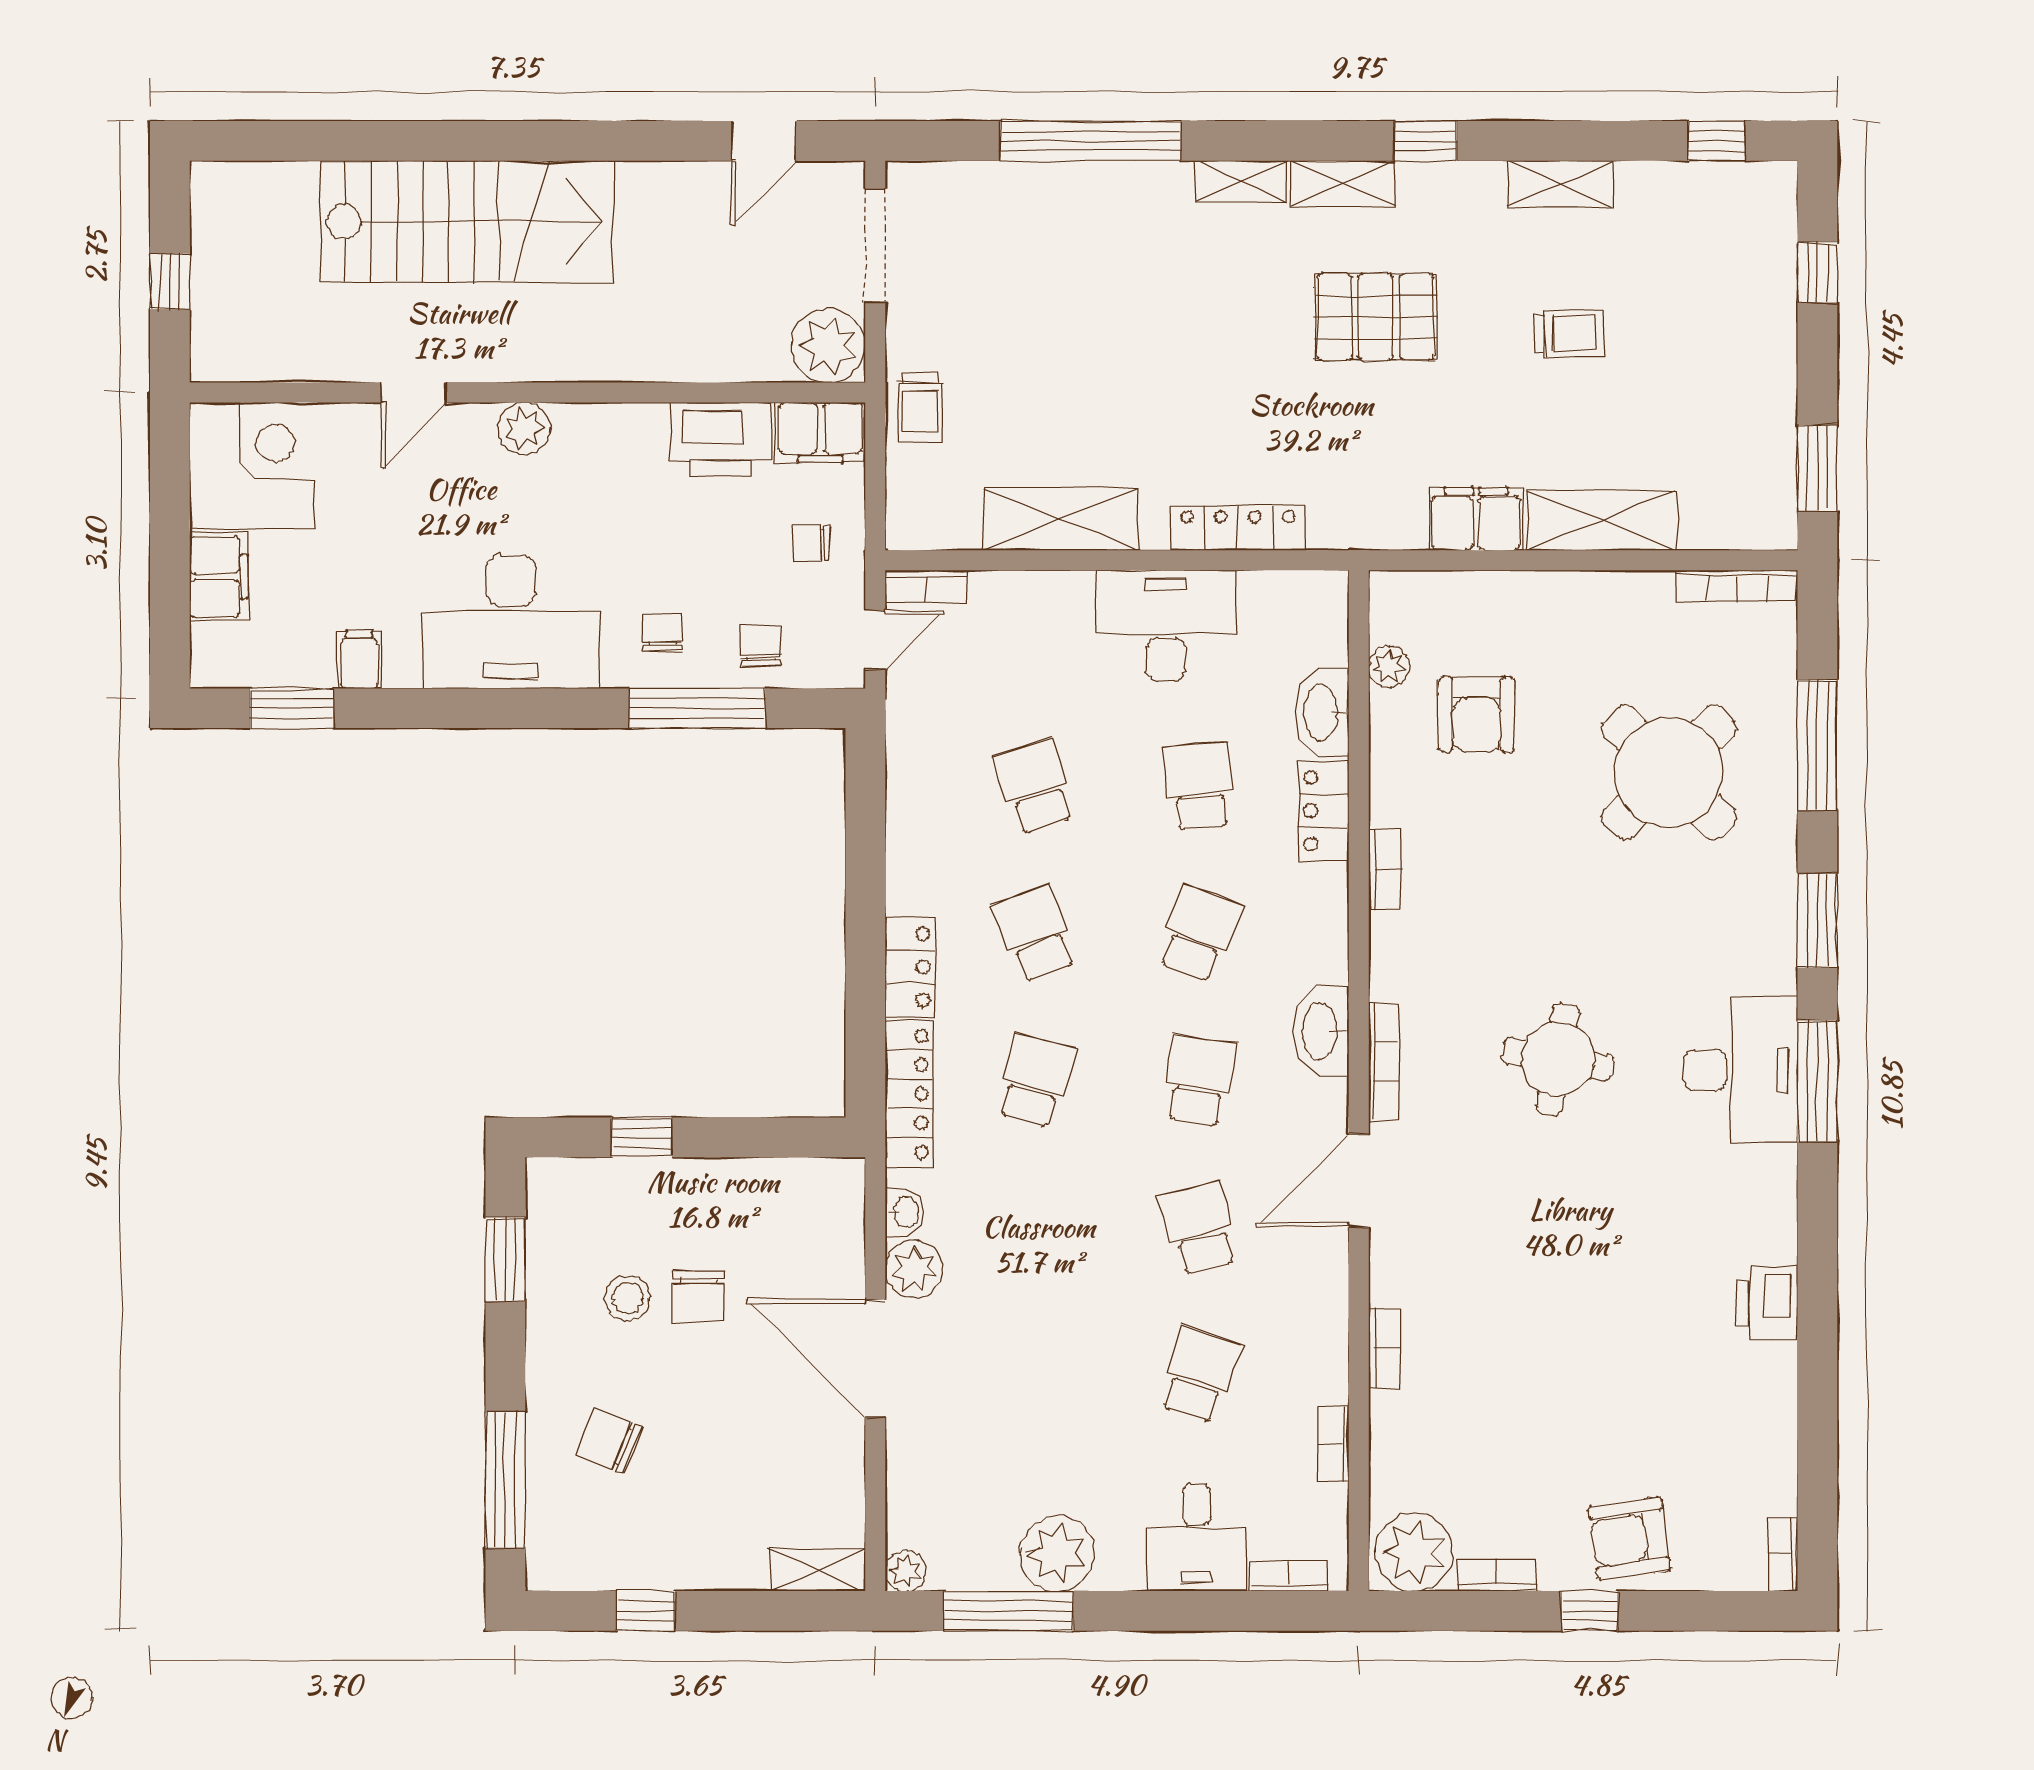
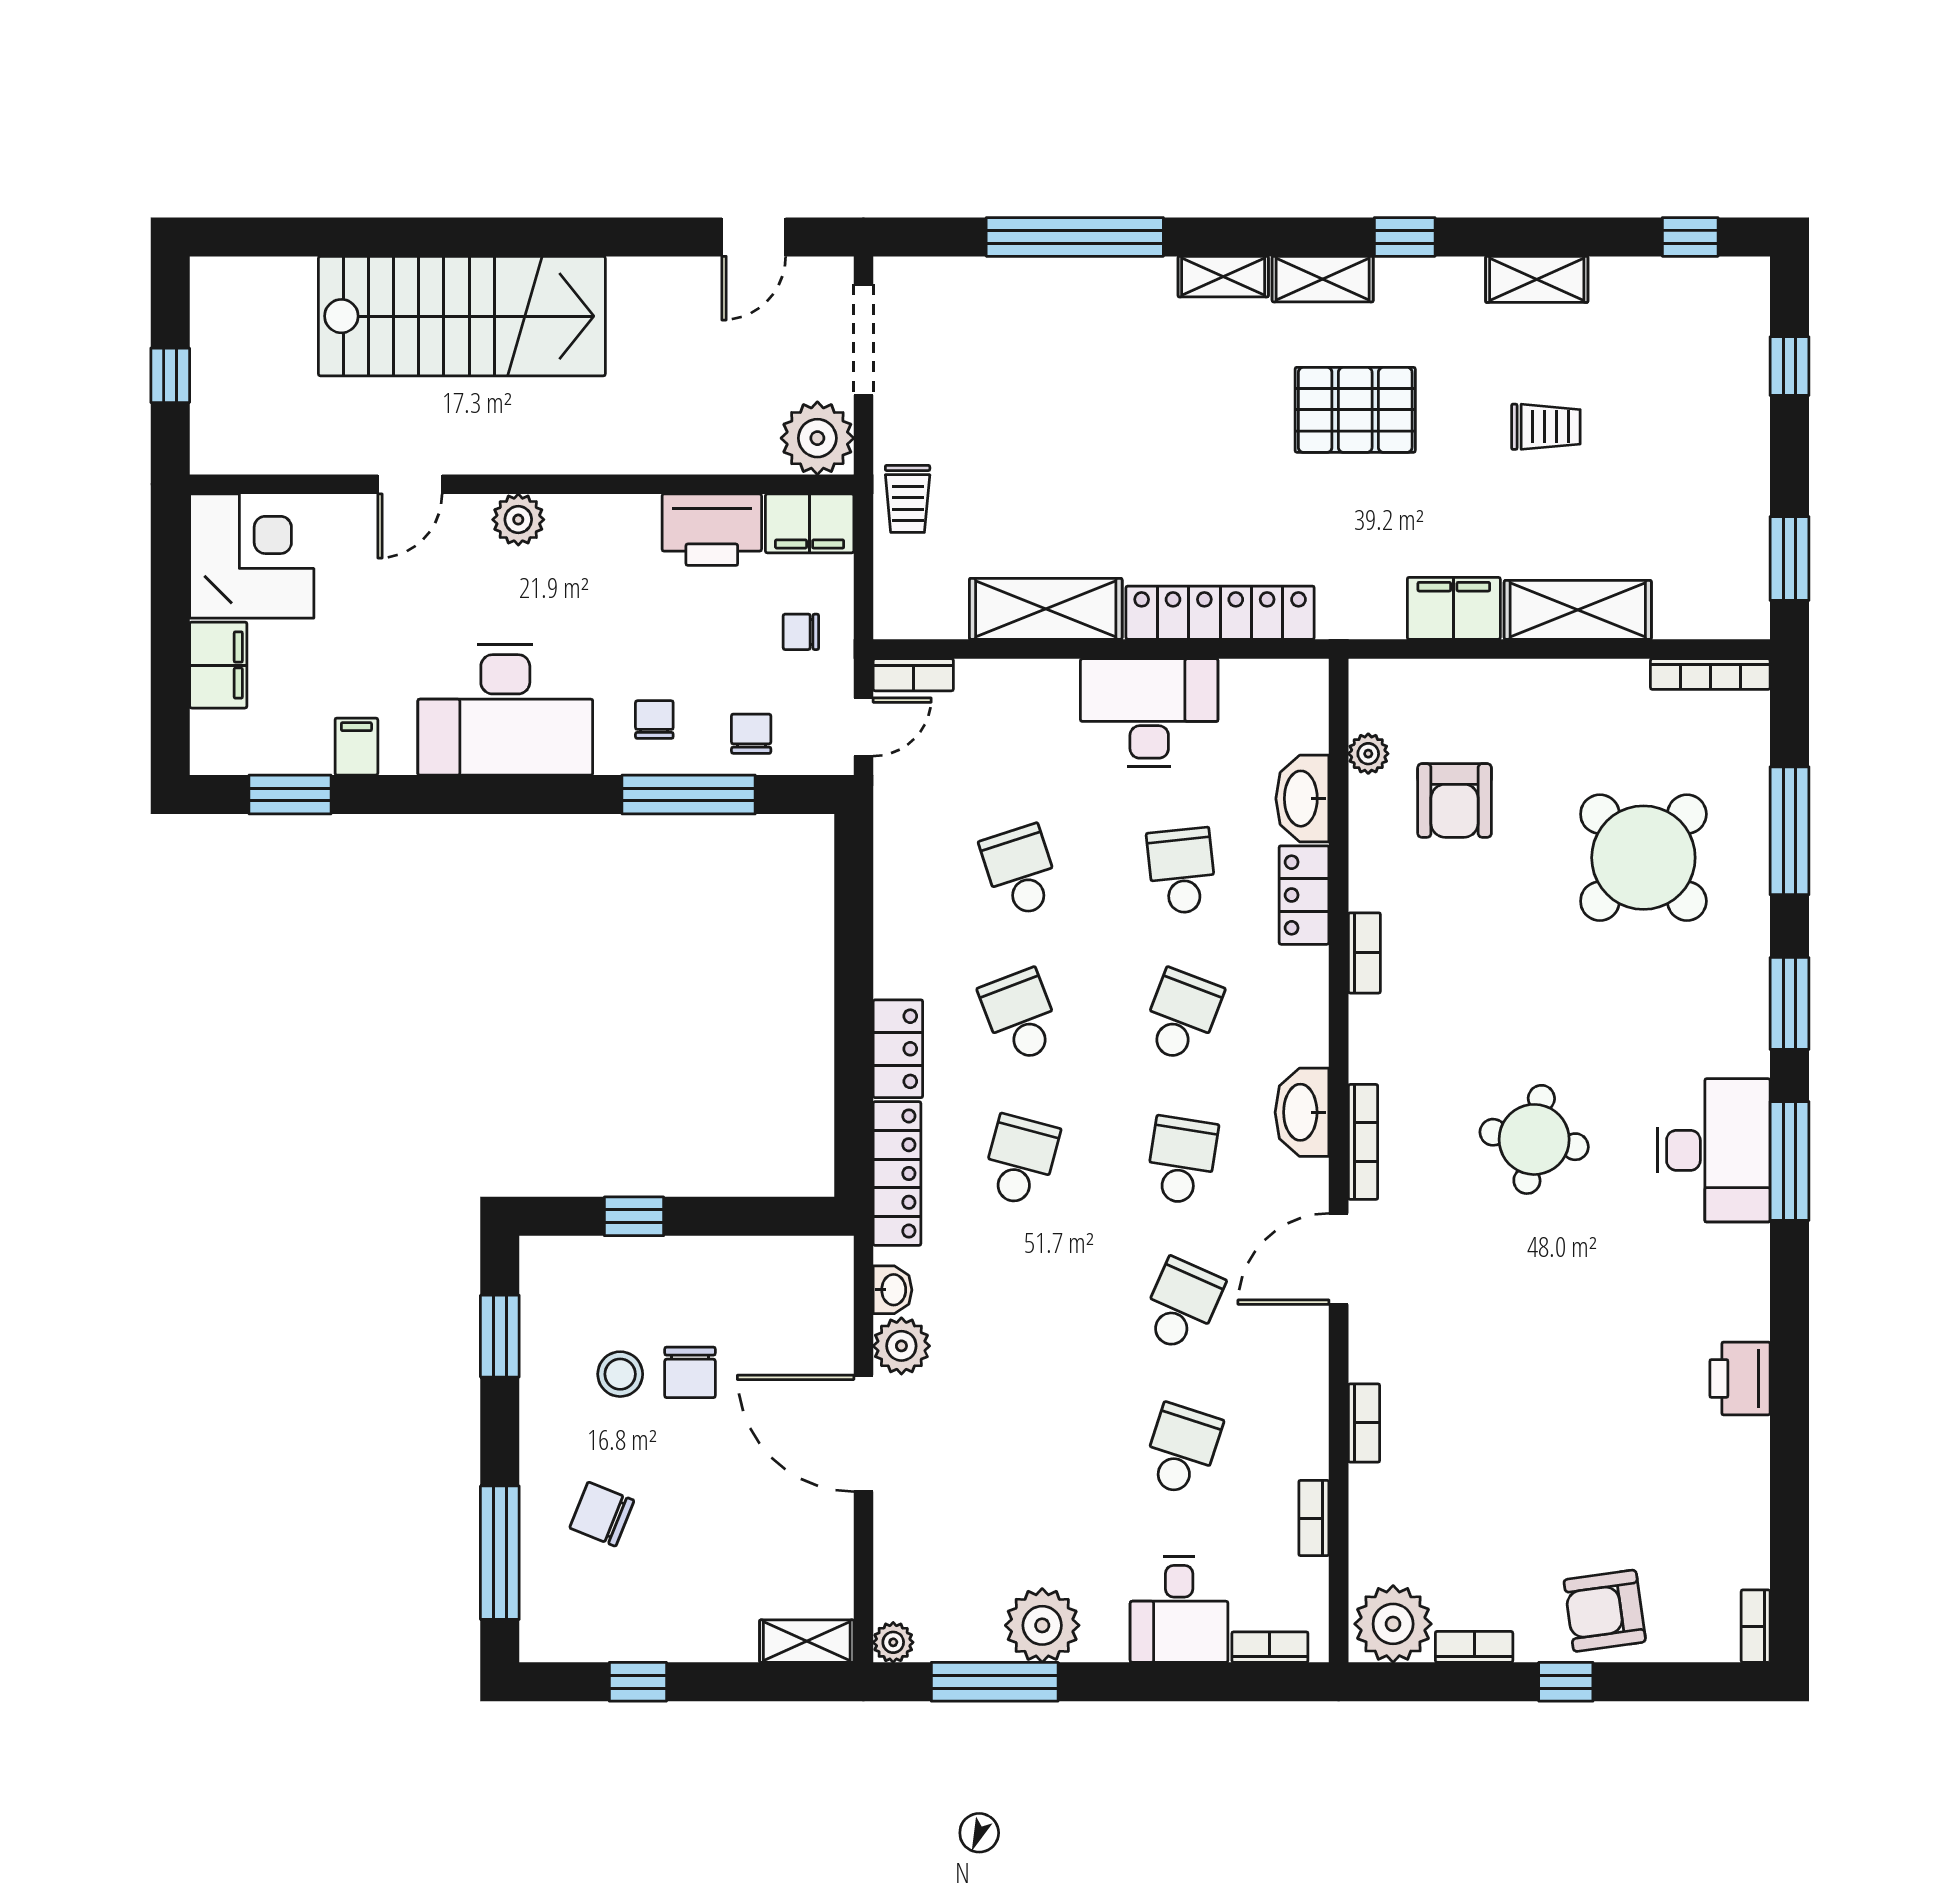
locker: (1238, 528) -> (1220, 613), width x1.41, depth x1.21
school desk: (1199, 1228) -> (1182, 1305), turned 39

